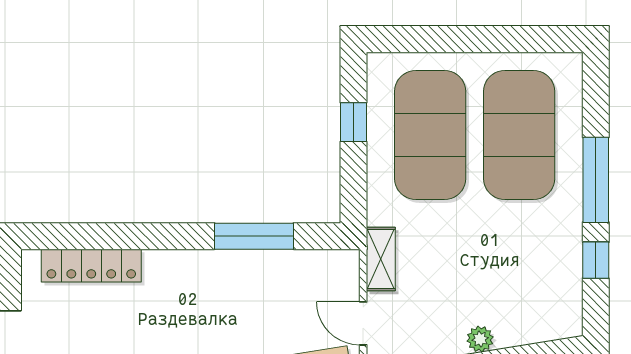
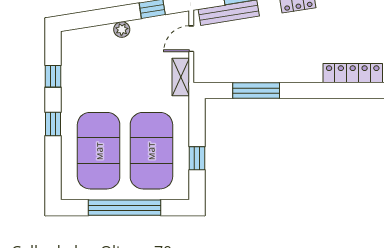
window: (475, 39) -> (125, 208), added
window: (596, 180) -> (53, 124), width x0.46
door: (363, 323) -> (191, 39), swing flipped

